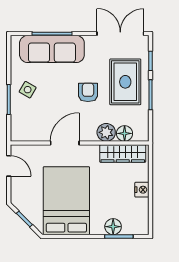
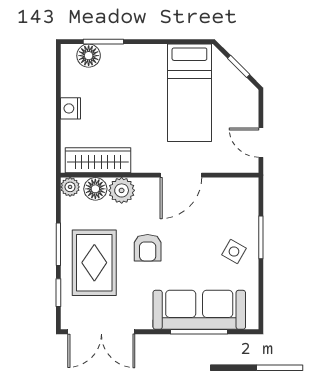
plant: (142, 135) -> (70, 187), added
bed: (66, 201) -> (189, 93), width x0.67
floor lamp: (113, 227) -> (89, 56), moved

